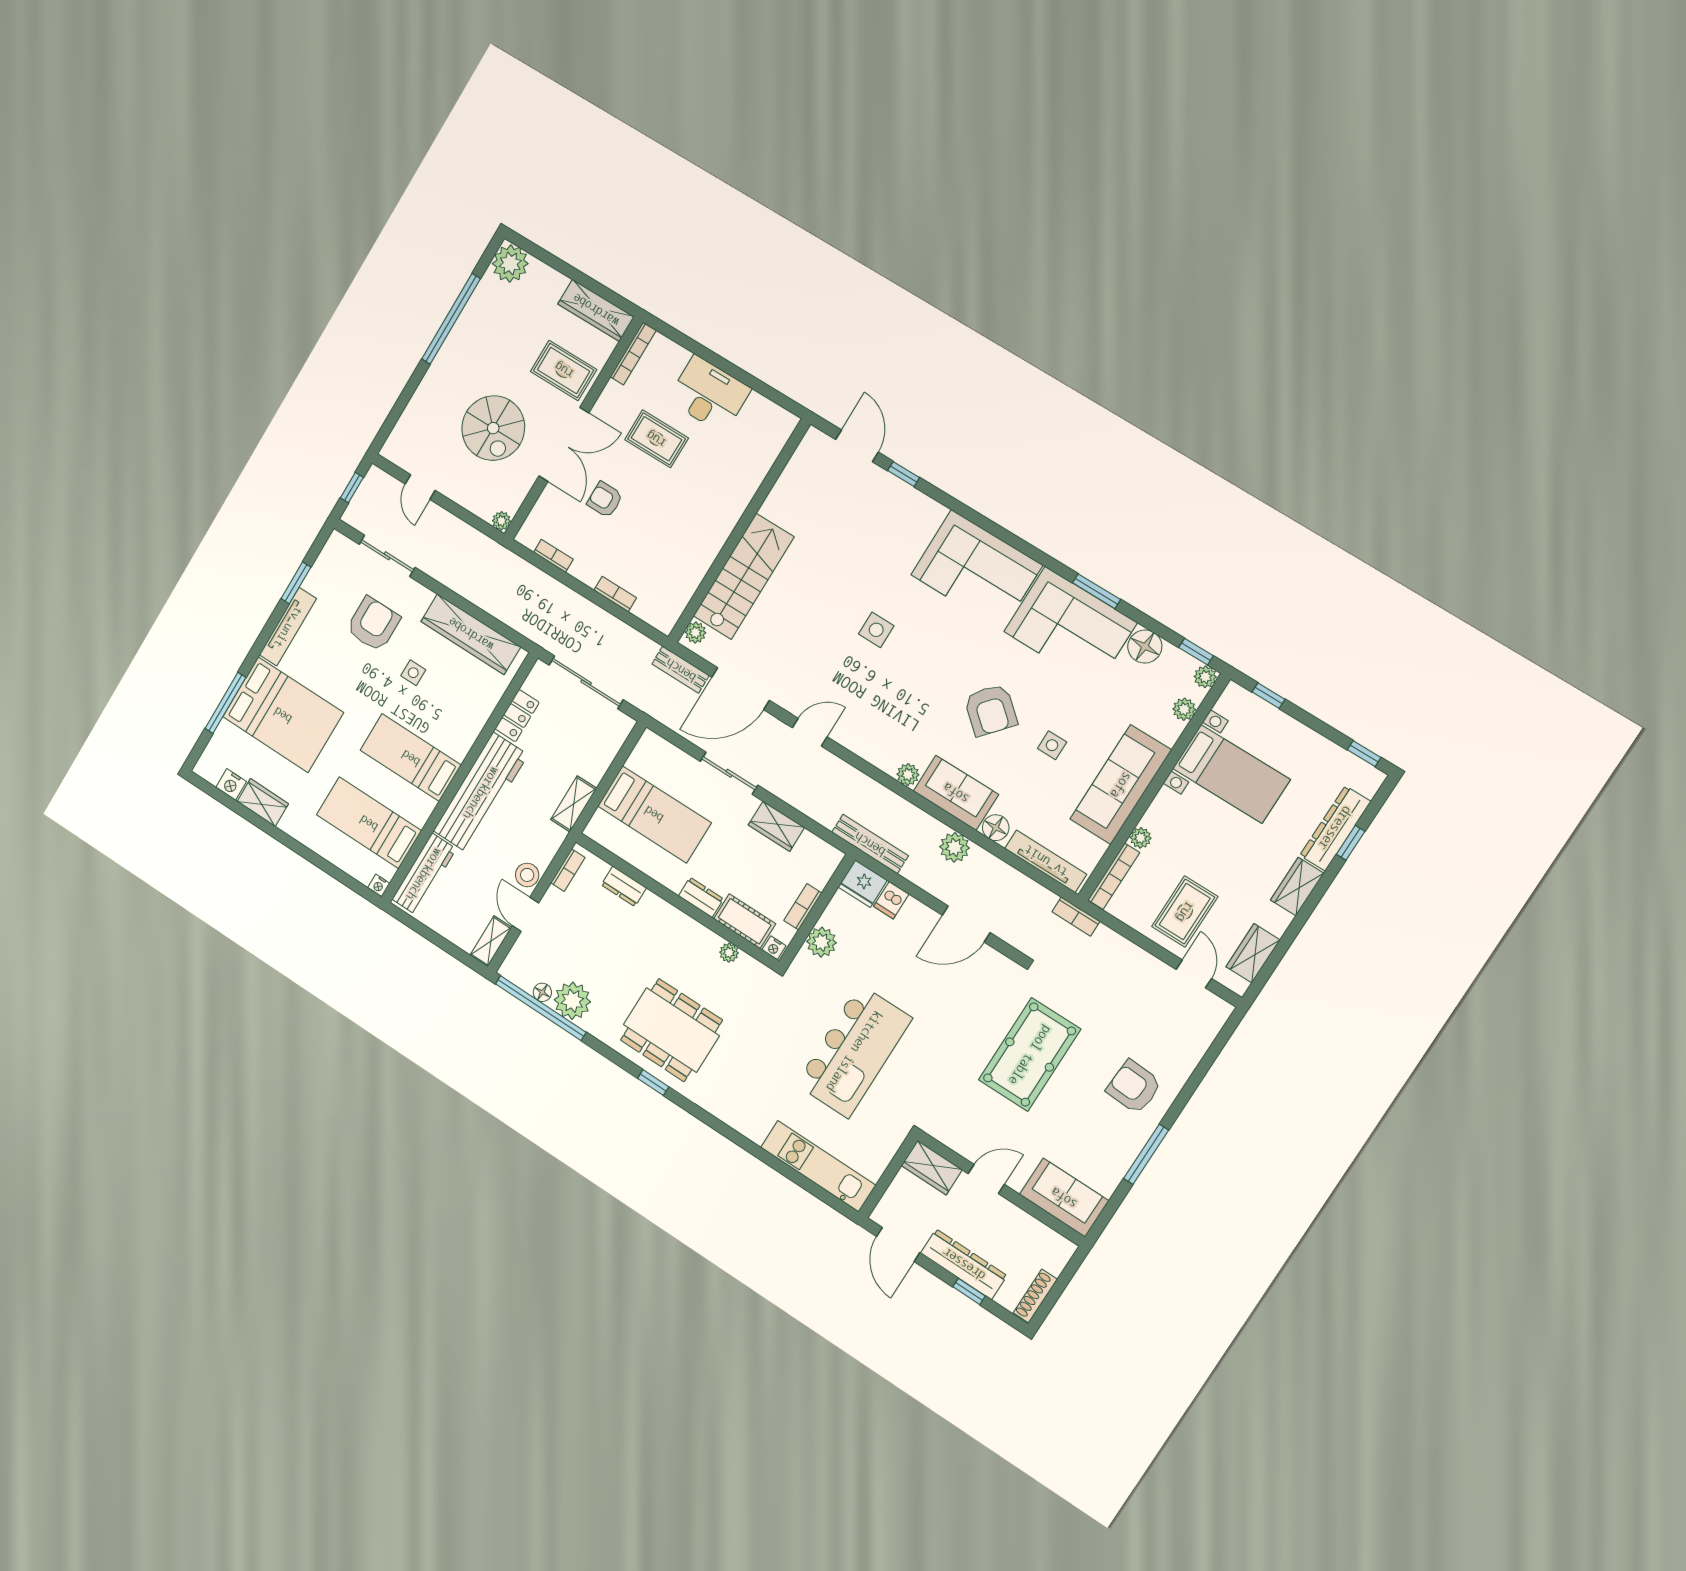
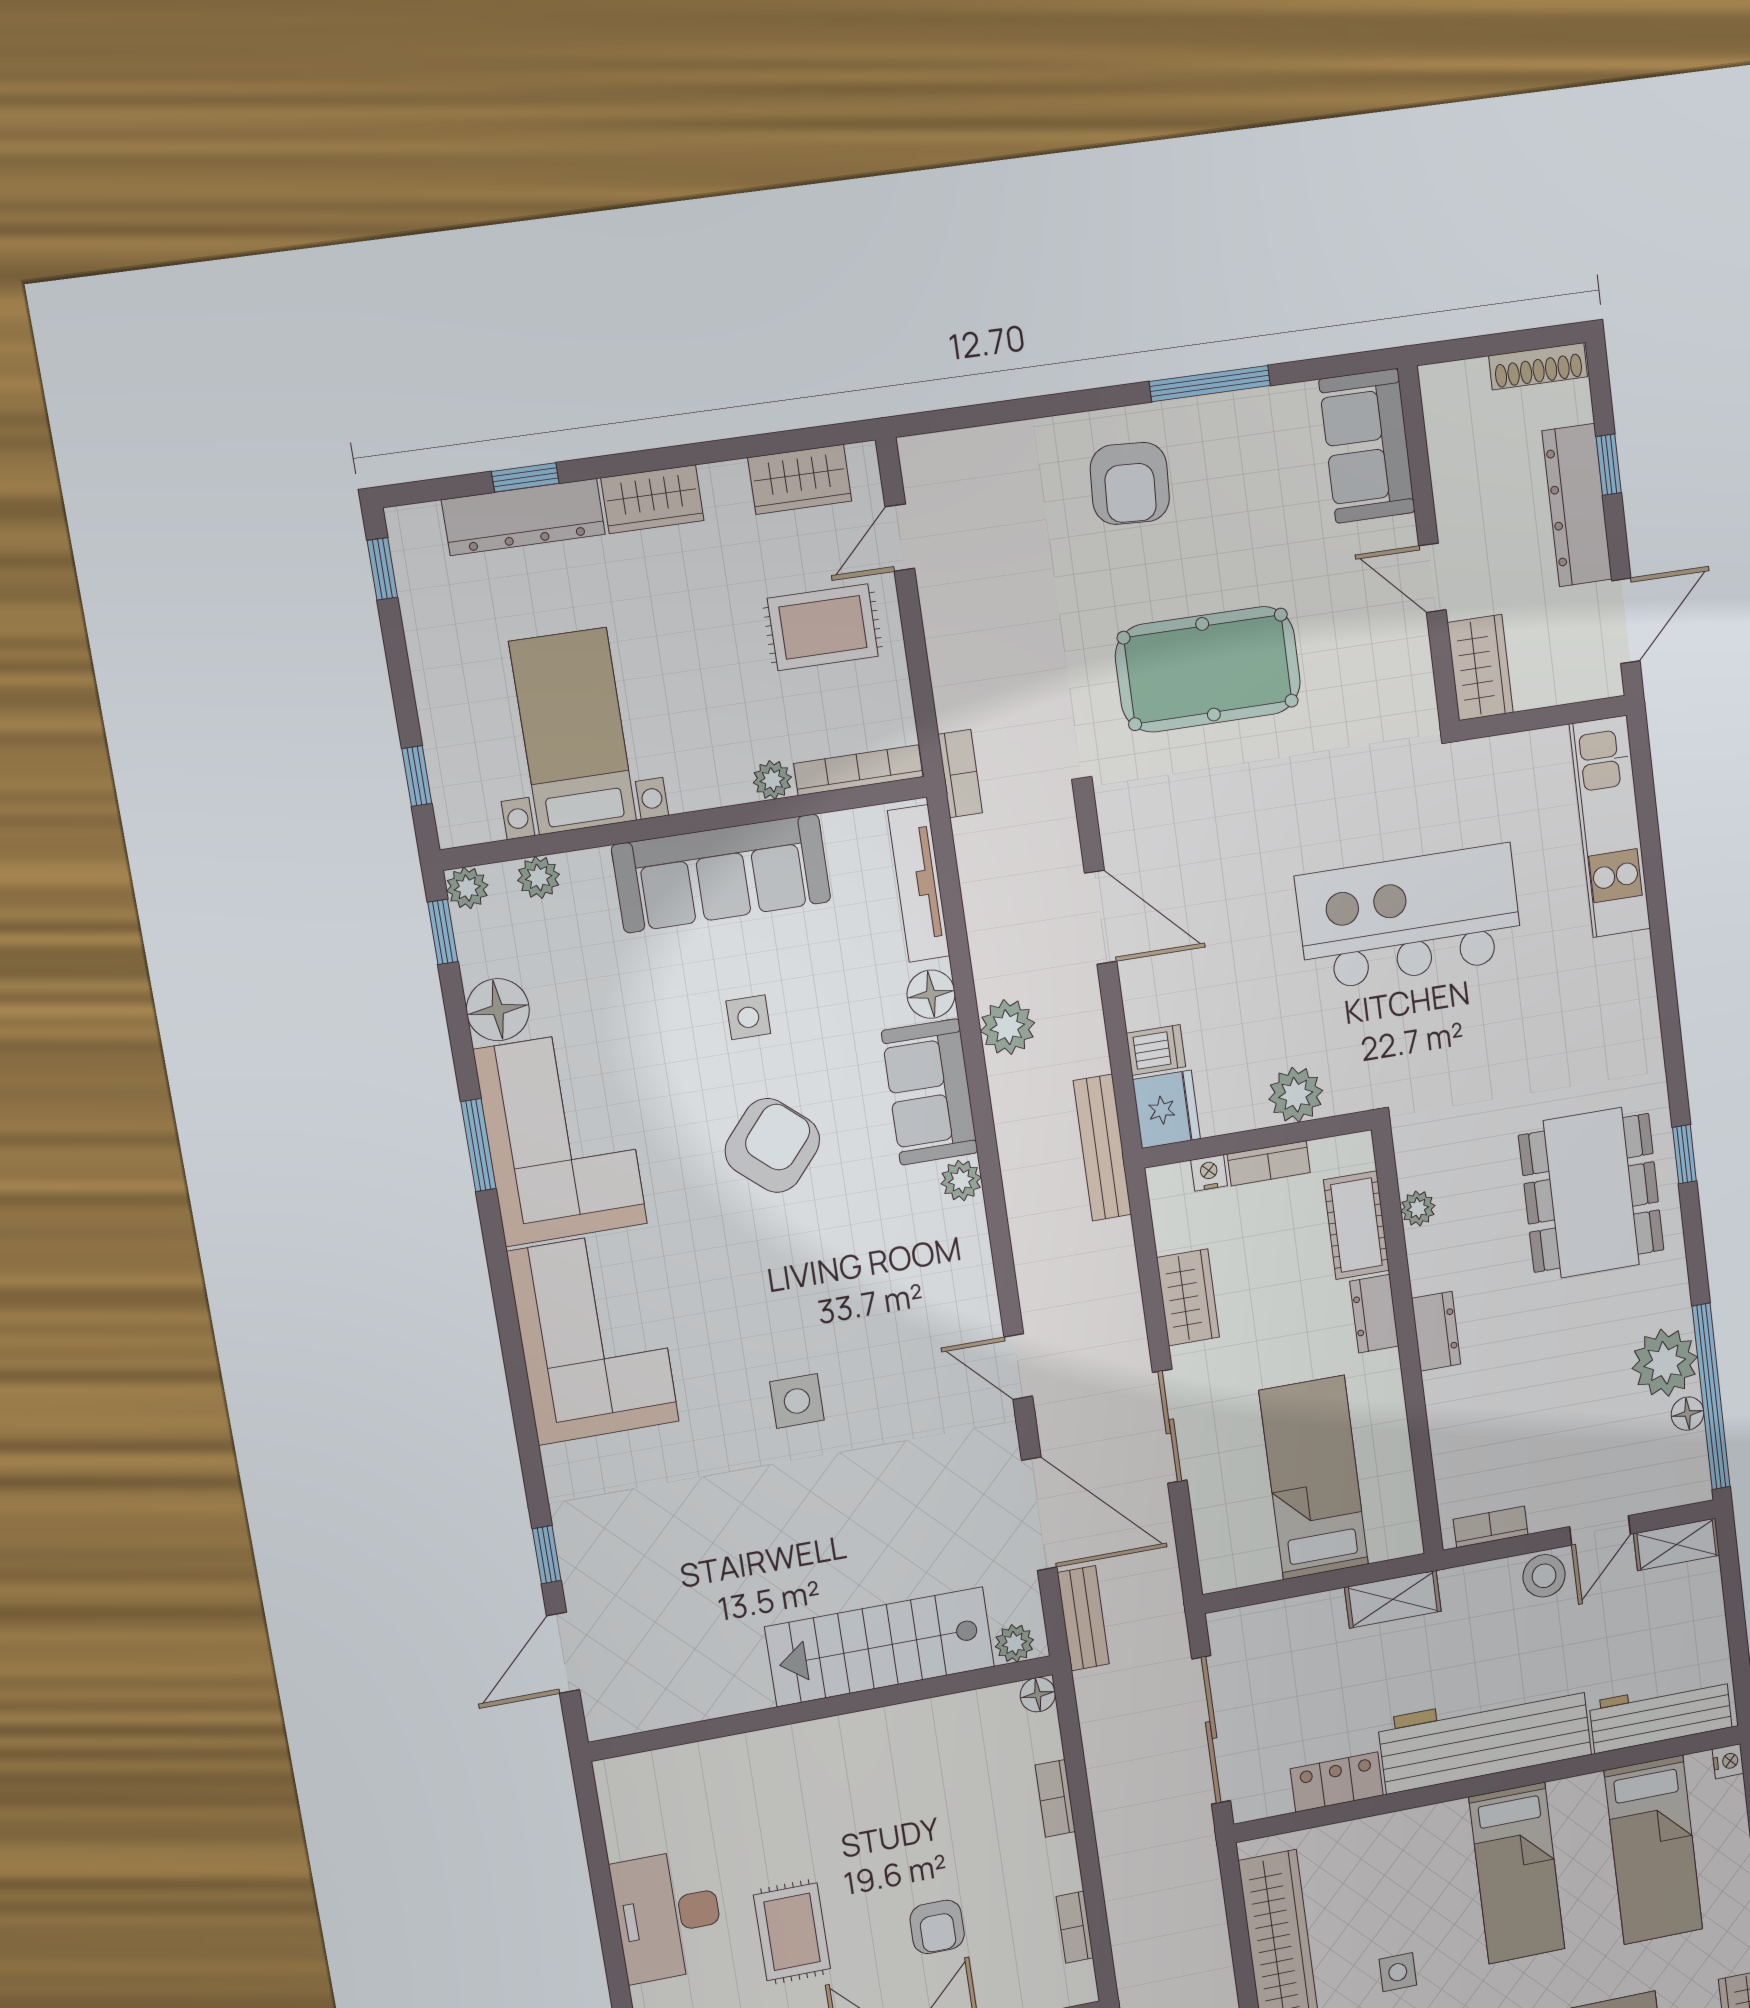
floor lamp: (665, 624) -> (1038, 1695), added
dresser: (624, 886) -> (1436, 1331), moved
nightstand: (774, 948) -> (1209, 1173), moved, turned -90

